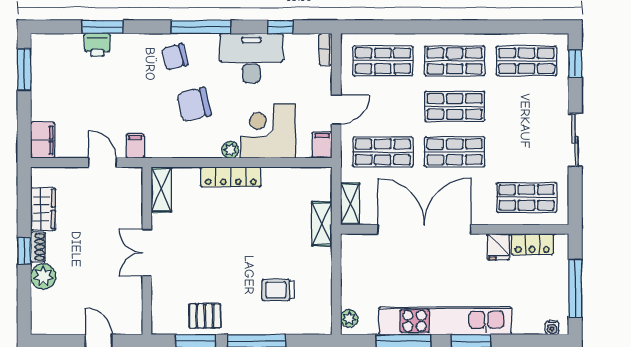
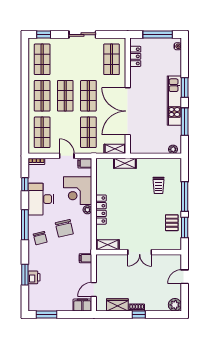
door: (102, 162) -> (94, 290), moved
fridge: (498, 247) -> (137, 74), removed
plant: (43, 276) -> (175, 305), moved
kitchen unit: (445, 321) -> (174, 101), width x0.73

